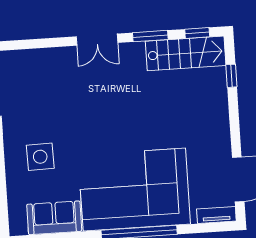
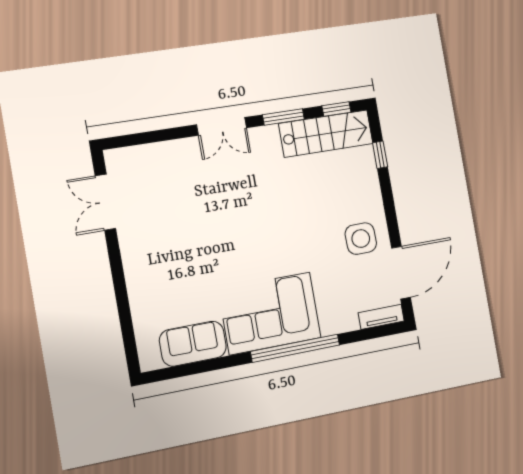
side table: (40, 157) -> (361, 239), moved
corner sofa: (134, 190) -> (270, 313), width x0.73, depth x0.74

